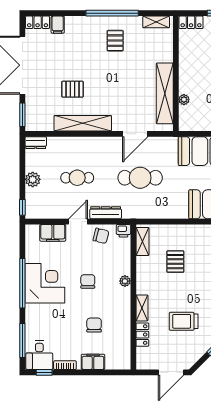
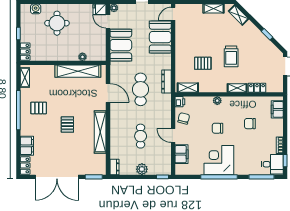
filing cabinet: (58, 25) -> (27, 146), width x2.00
pallet: (73, 89) -> (67, 125), moved
dresser: (106, 213) -> (167, 82), moved
trolley: (184, 321) -> (231, 56), moved
filing cabinet: (93, 362) -> (277, 109), moved

